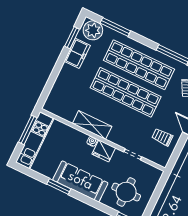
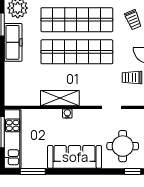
freezer: (77, 53) -> (13, 42), width x1.40
fridge: (104, 151) -> (83, 117), removed
window: (59, 186) -> (33, 172), moved

